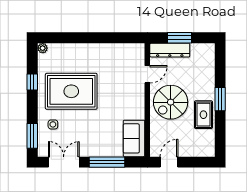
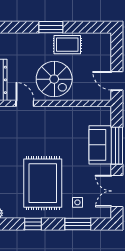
window: (32, 136) -> (78, 224), moved
sofa: (134, 138) -> (100, 145), moved, turned 90

